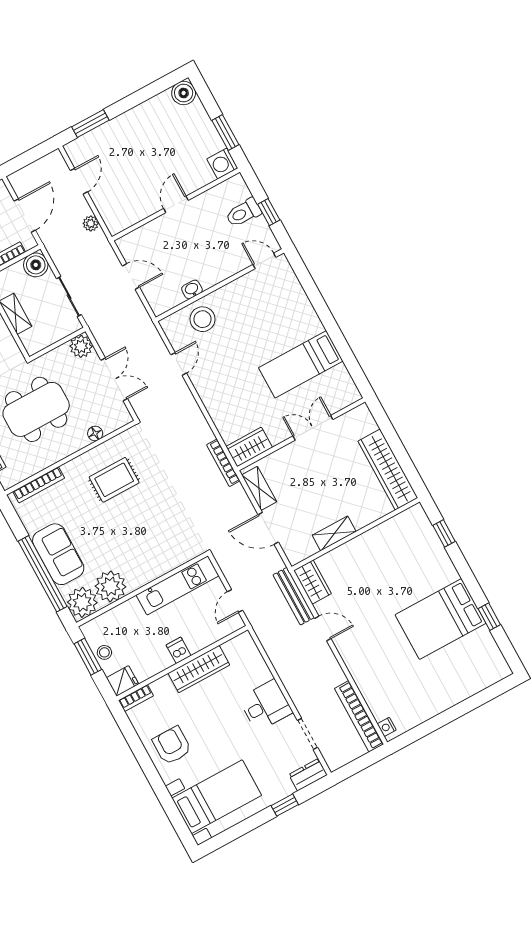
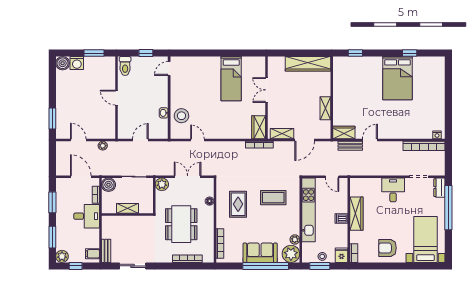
washing machine: (222, 164) -> (77, 63), moved
toilet: (243, 213) -> (125, 66), moved
coffee table: (154, 528) -> (273, 198), added
kitchen unit: (177, 585) -> (309, 210), width x1.36
plant: (110, 586) -> (295, 239), width x0.53, depth x0.53
bench: (294, 596) -> (350, 146), width x0.73
window: (285, 805) -> (448, 208), width x3.17

